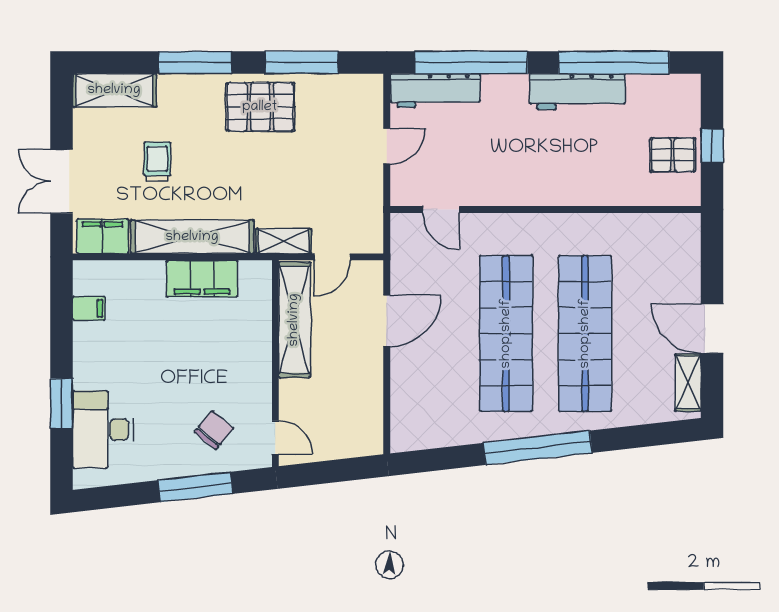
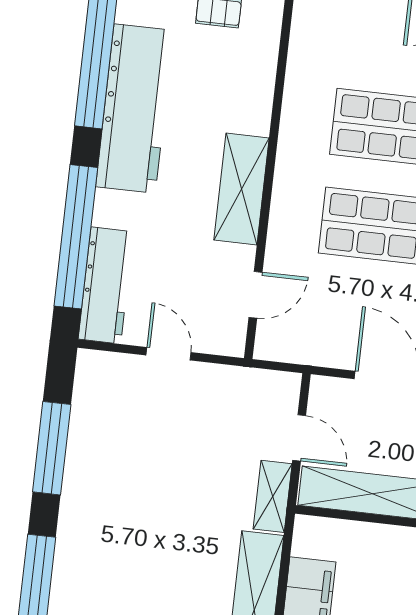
workbench: (577, 92) -> (135, 109), width x1.36, depth x1.32
pallet: (260, 107) -> (101, 506), removed
shelving: (523, 189) -> (242, 189), added

